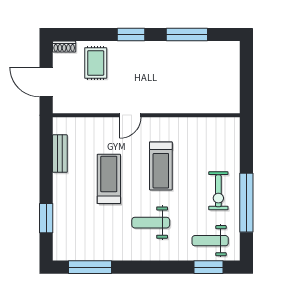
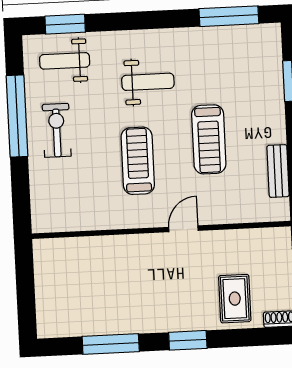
weight bench: (210, 241) -> (65, 61), turned 180

